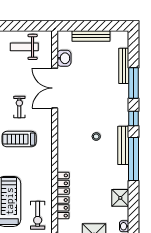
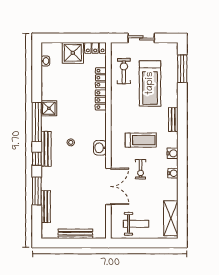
washbasin: (64, 58) -> (100, 148), moved
bench: (123, 145) -> (46, 149), moved
shower: (120, 198) -> (49, 108), moved

